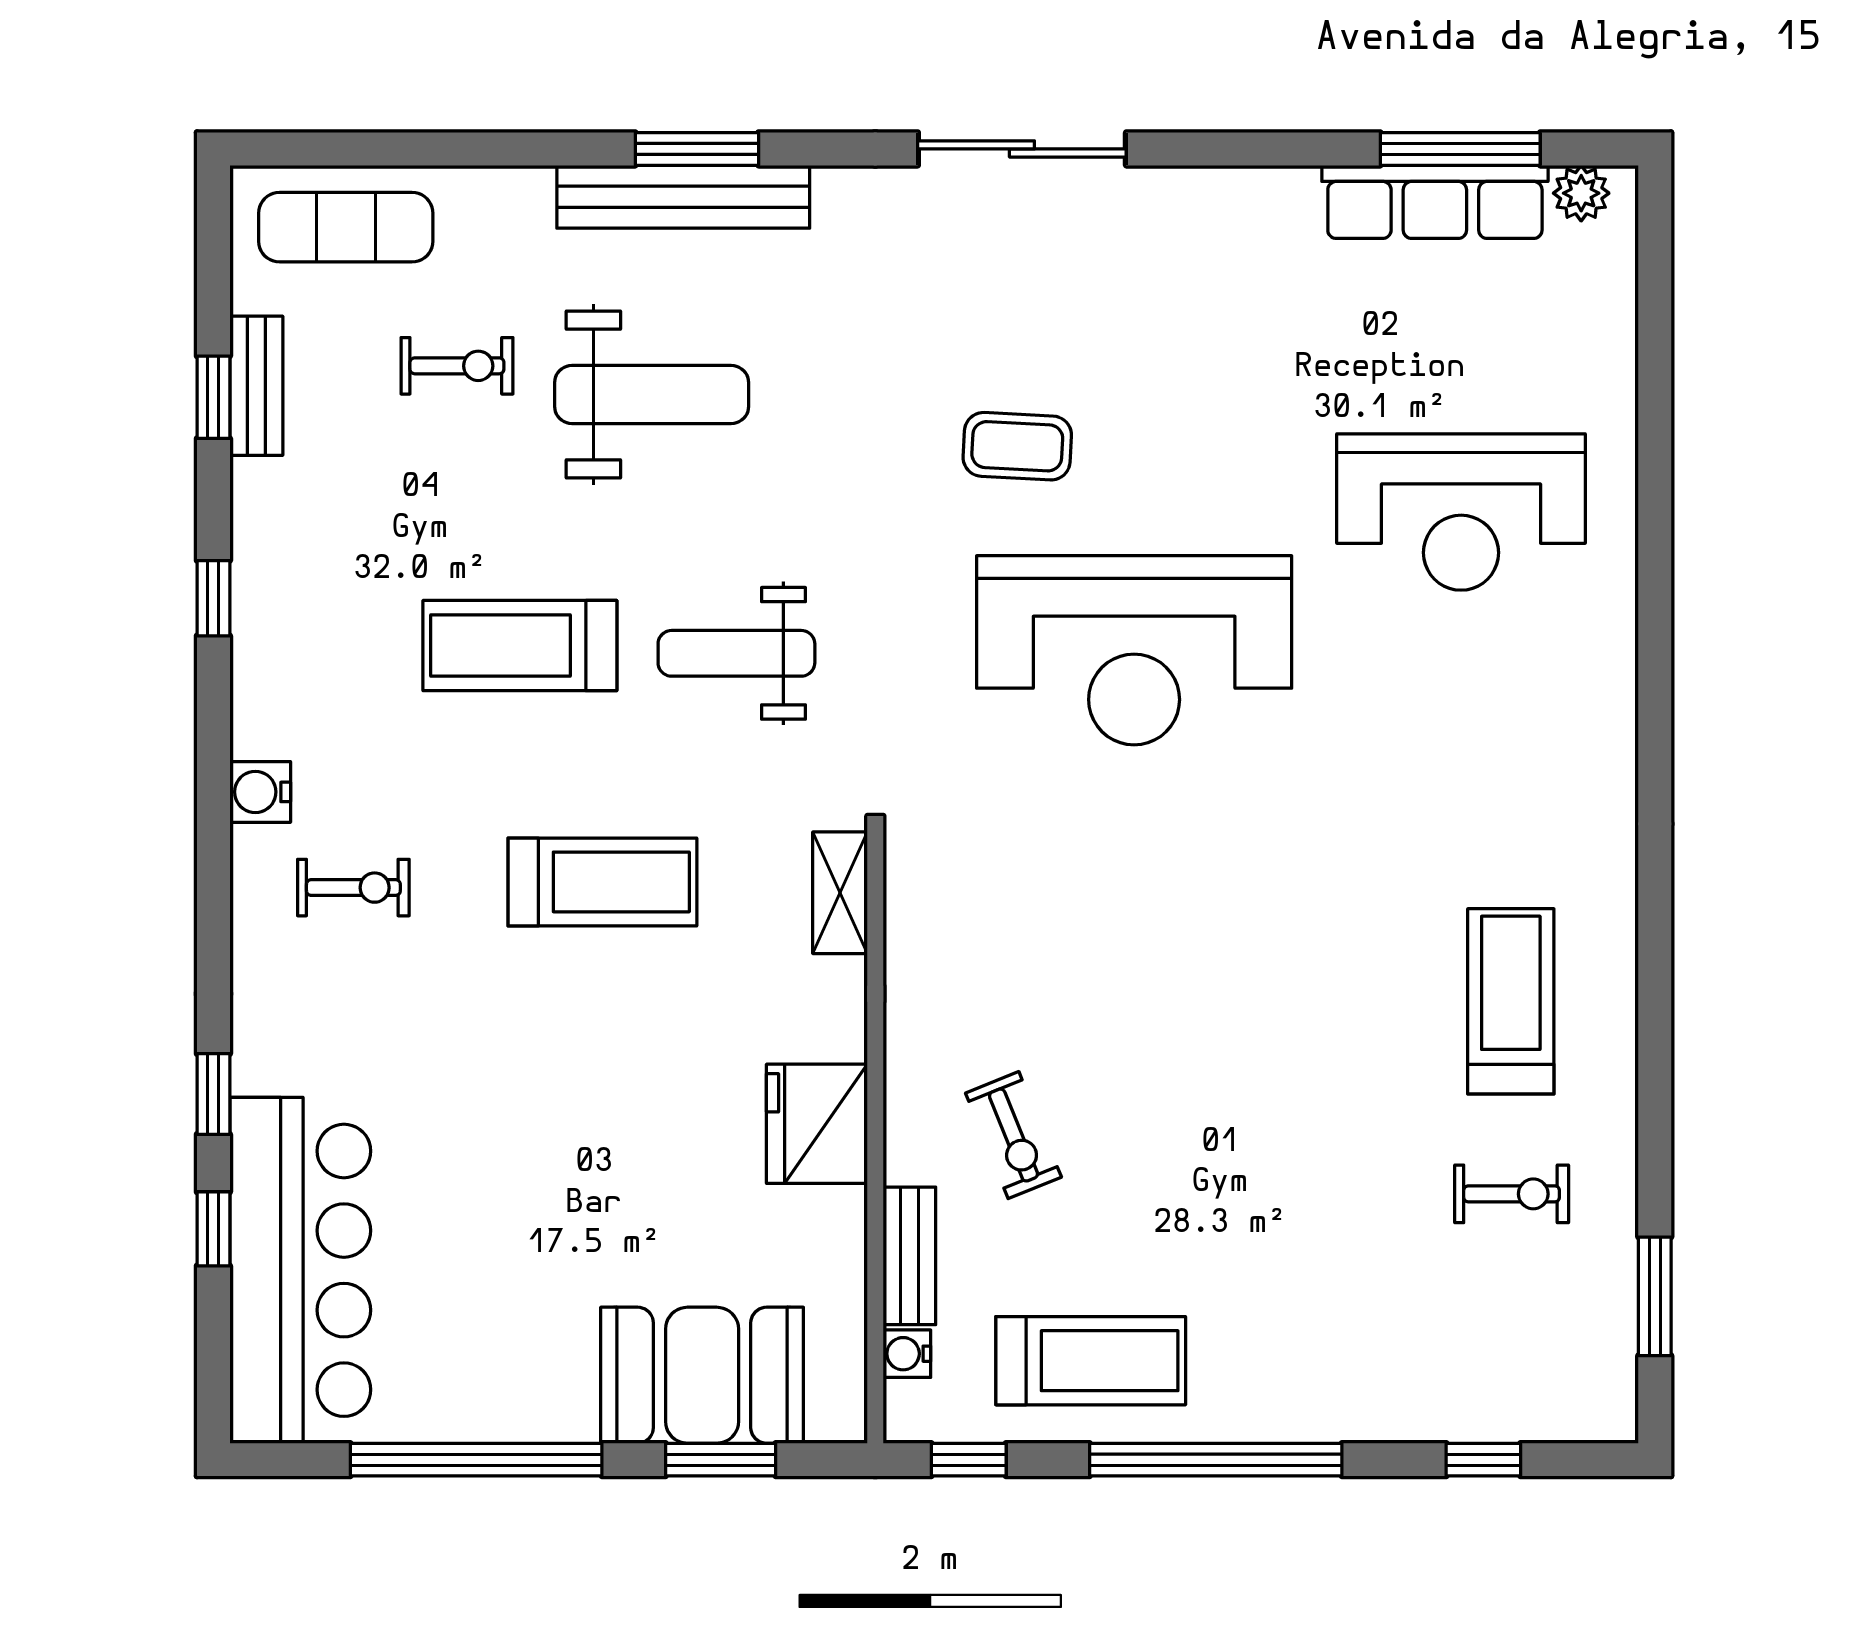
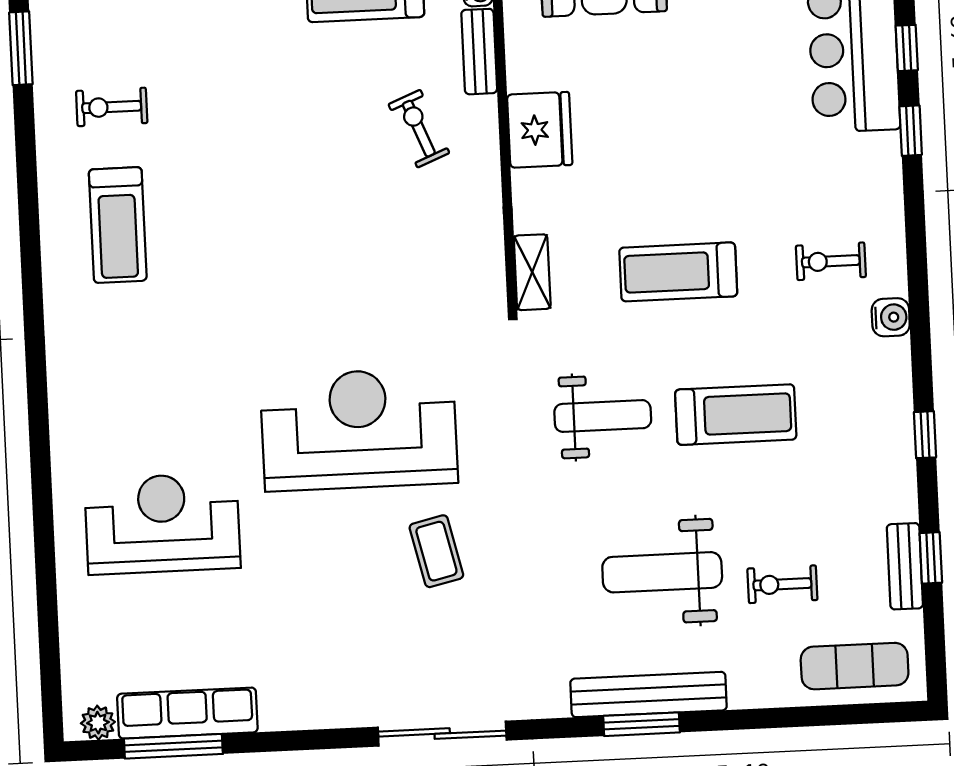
coffee table: (1017, 446) -> (436, 551), turned 74

